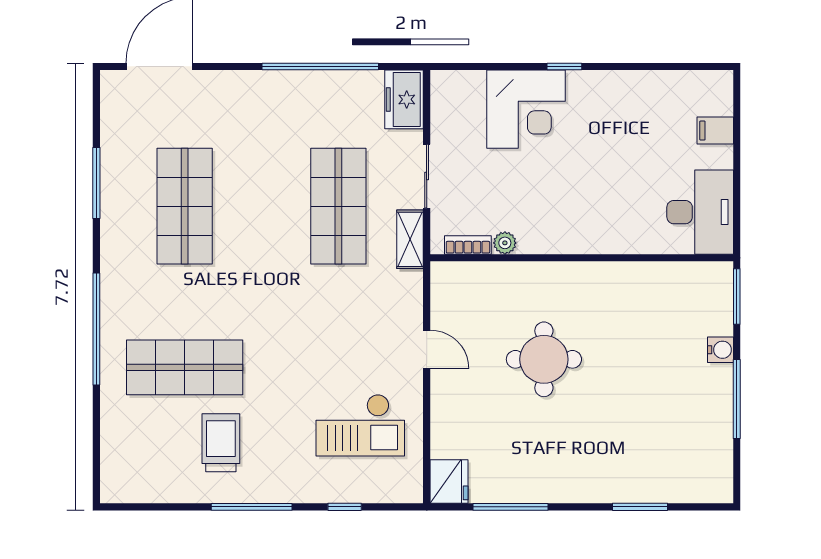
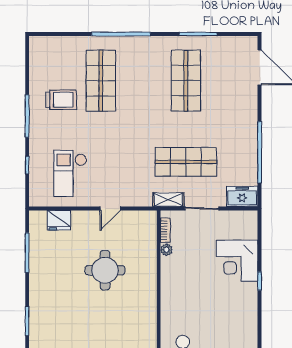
shop shelf: (185, 206) -> (186, 81), turned 90
fridge: (449, 482) -> (59, 220), moved

